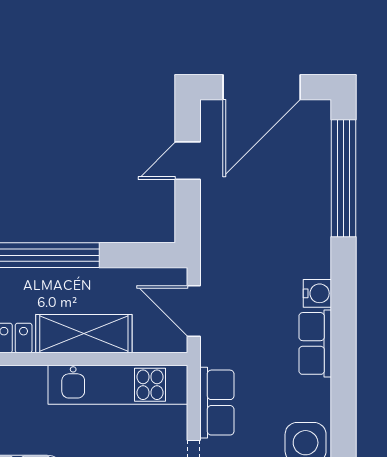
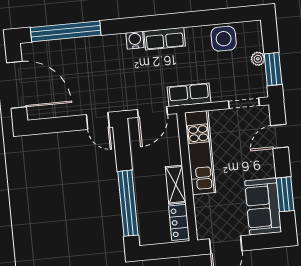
door: (188, 161) -> (98, 121), moved
shelving: (84, 334) -> (176, 185), width x0.67, depth x0.75
row of seats: (217, 403) -> (189, 95), moved

